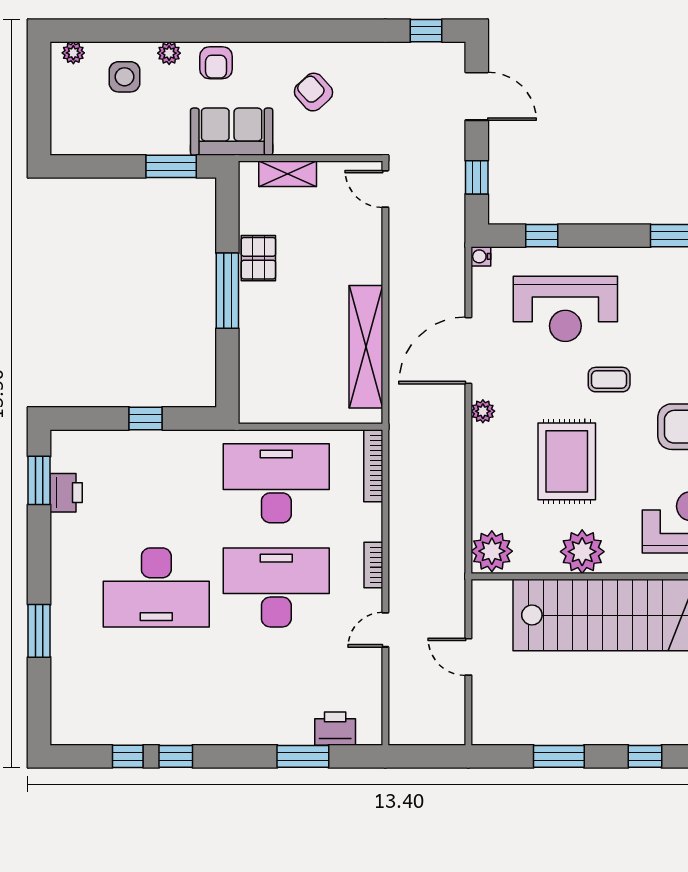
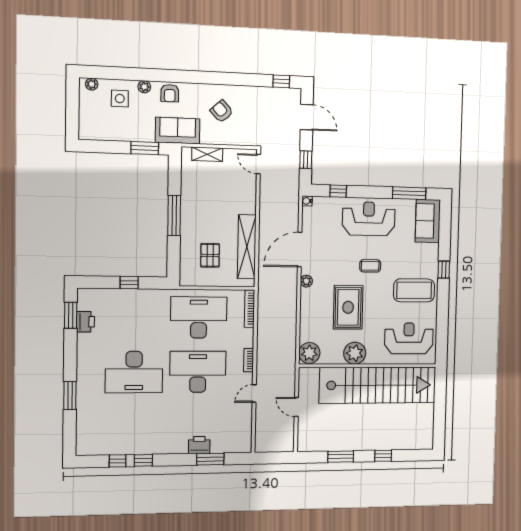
pallet: (258, 258) -> (210, 255), moved
reception desk: (565, 309) -> (369, 219), moved, turned 180
printer: (335, 729) -> (199, 445), moved

